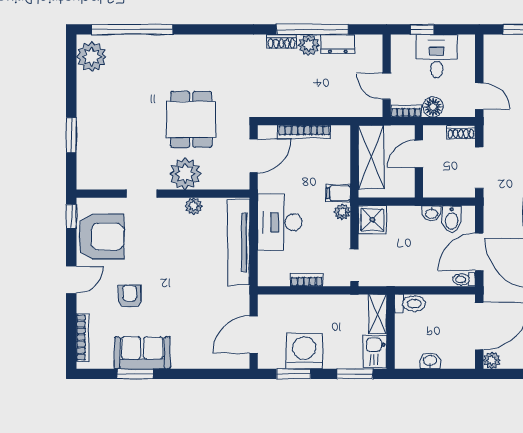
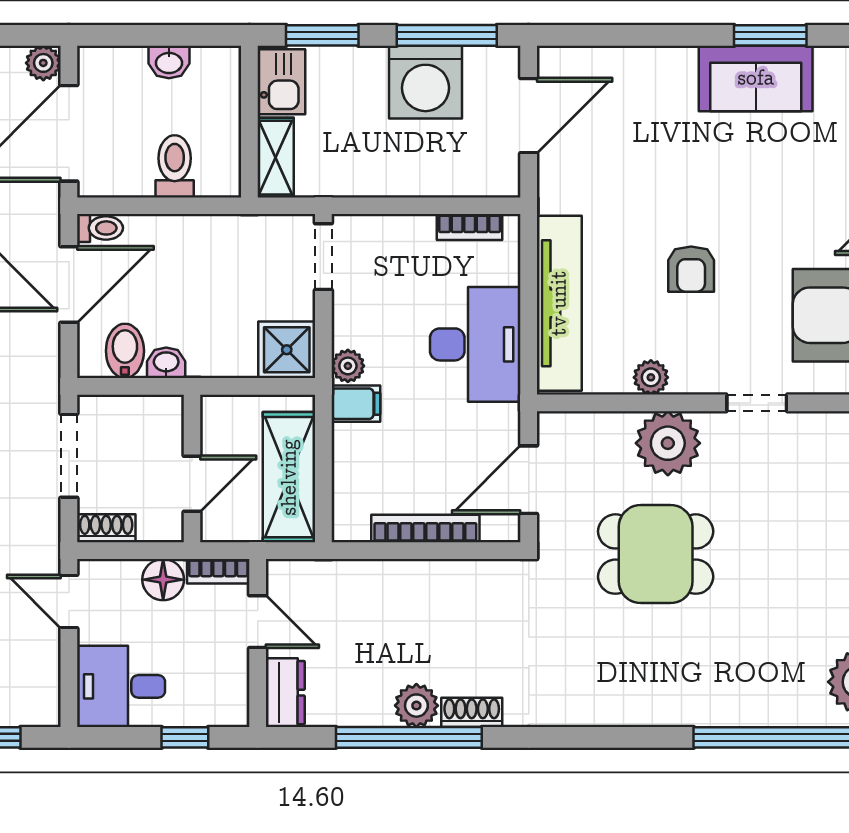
dresser: (338, 44) -> (285, 693), moved, turned 90
desk: (437, 56) -> (121, 686), moved, turned 90
dining table: (191, 119) -> (656, 554), turned 90
bookcase: (307, 280) -> (470, 227), moved
armchair: (130, 296) -> (691, 269), moved
toilet: (410, 304) -> (175, 166), moved, turned 90
window: (294, 374) -> (447, 35), width x1.44

